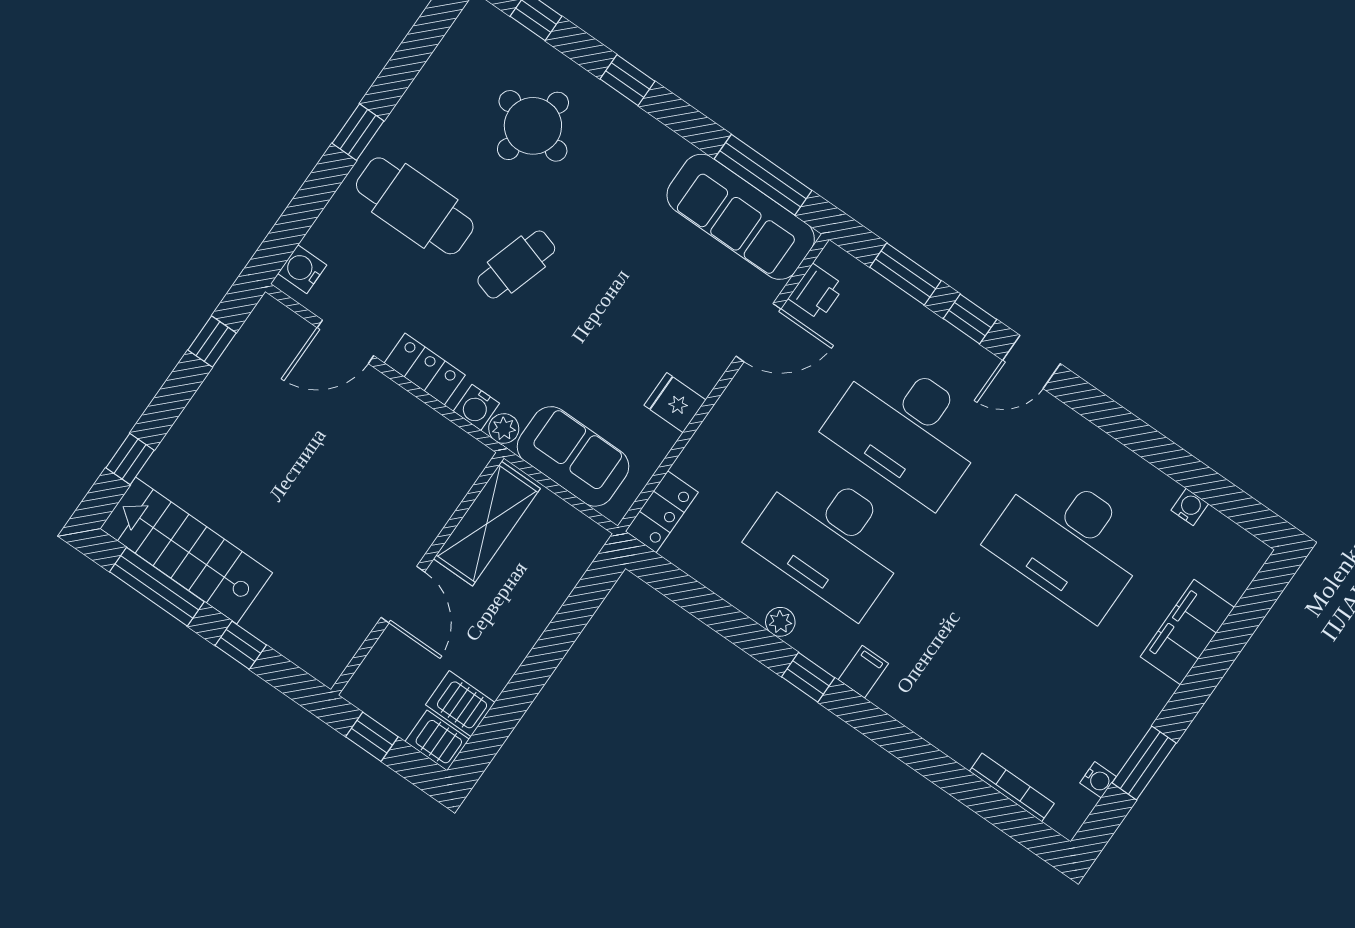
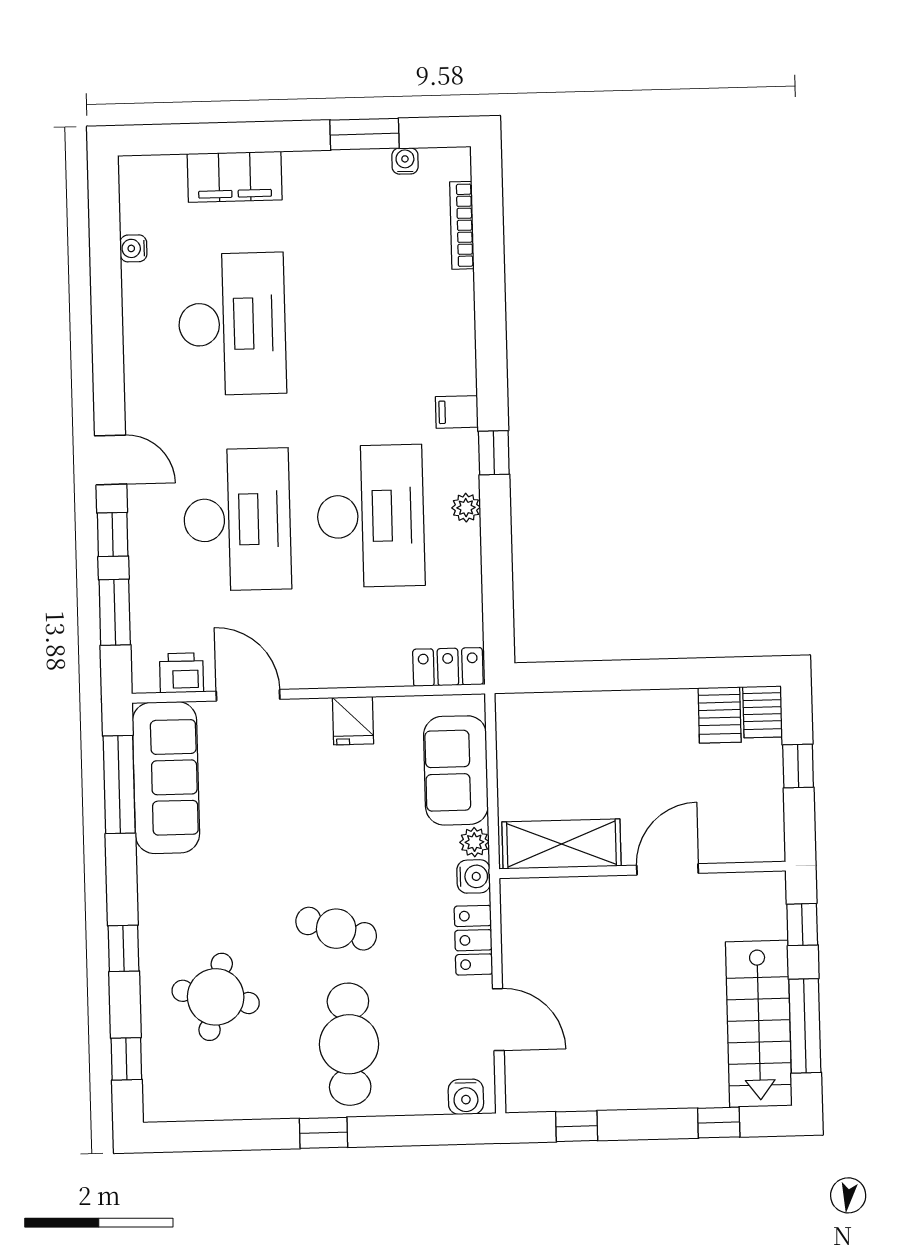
shelving: (487, 524) -> (561, 844), moved
wall: (417, 574) -> (642, 870), moved
door: (403, 595) -> (668, 869), moved

